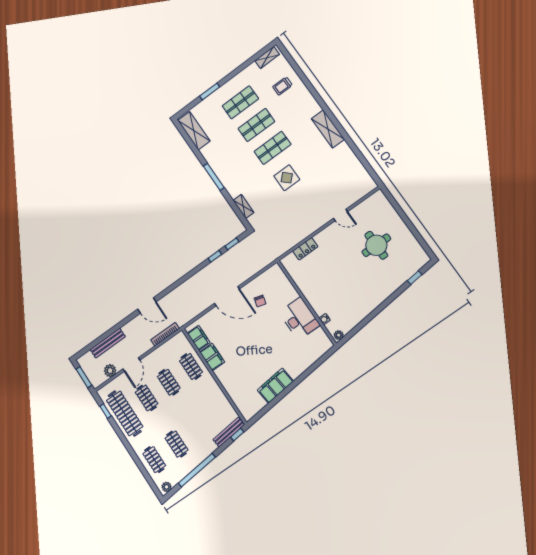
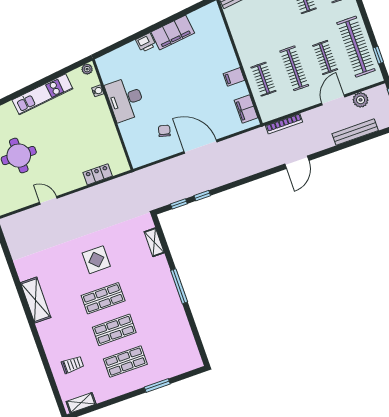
shelving: (194, 131) -> (188, 346), removed
kitchen unit: (371, 303) -> (42, 94), added
door: (147, 306) -> (297, 162), swing flipped
filing cabinet: (212, 357) -> (234, 77), width x0.50
printer: (295, 371) -> (146, 43), added
clothes rail: (169, 382) -> (294, 68), width x1.36

